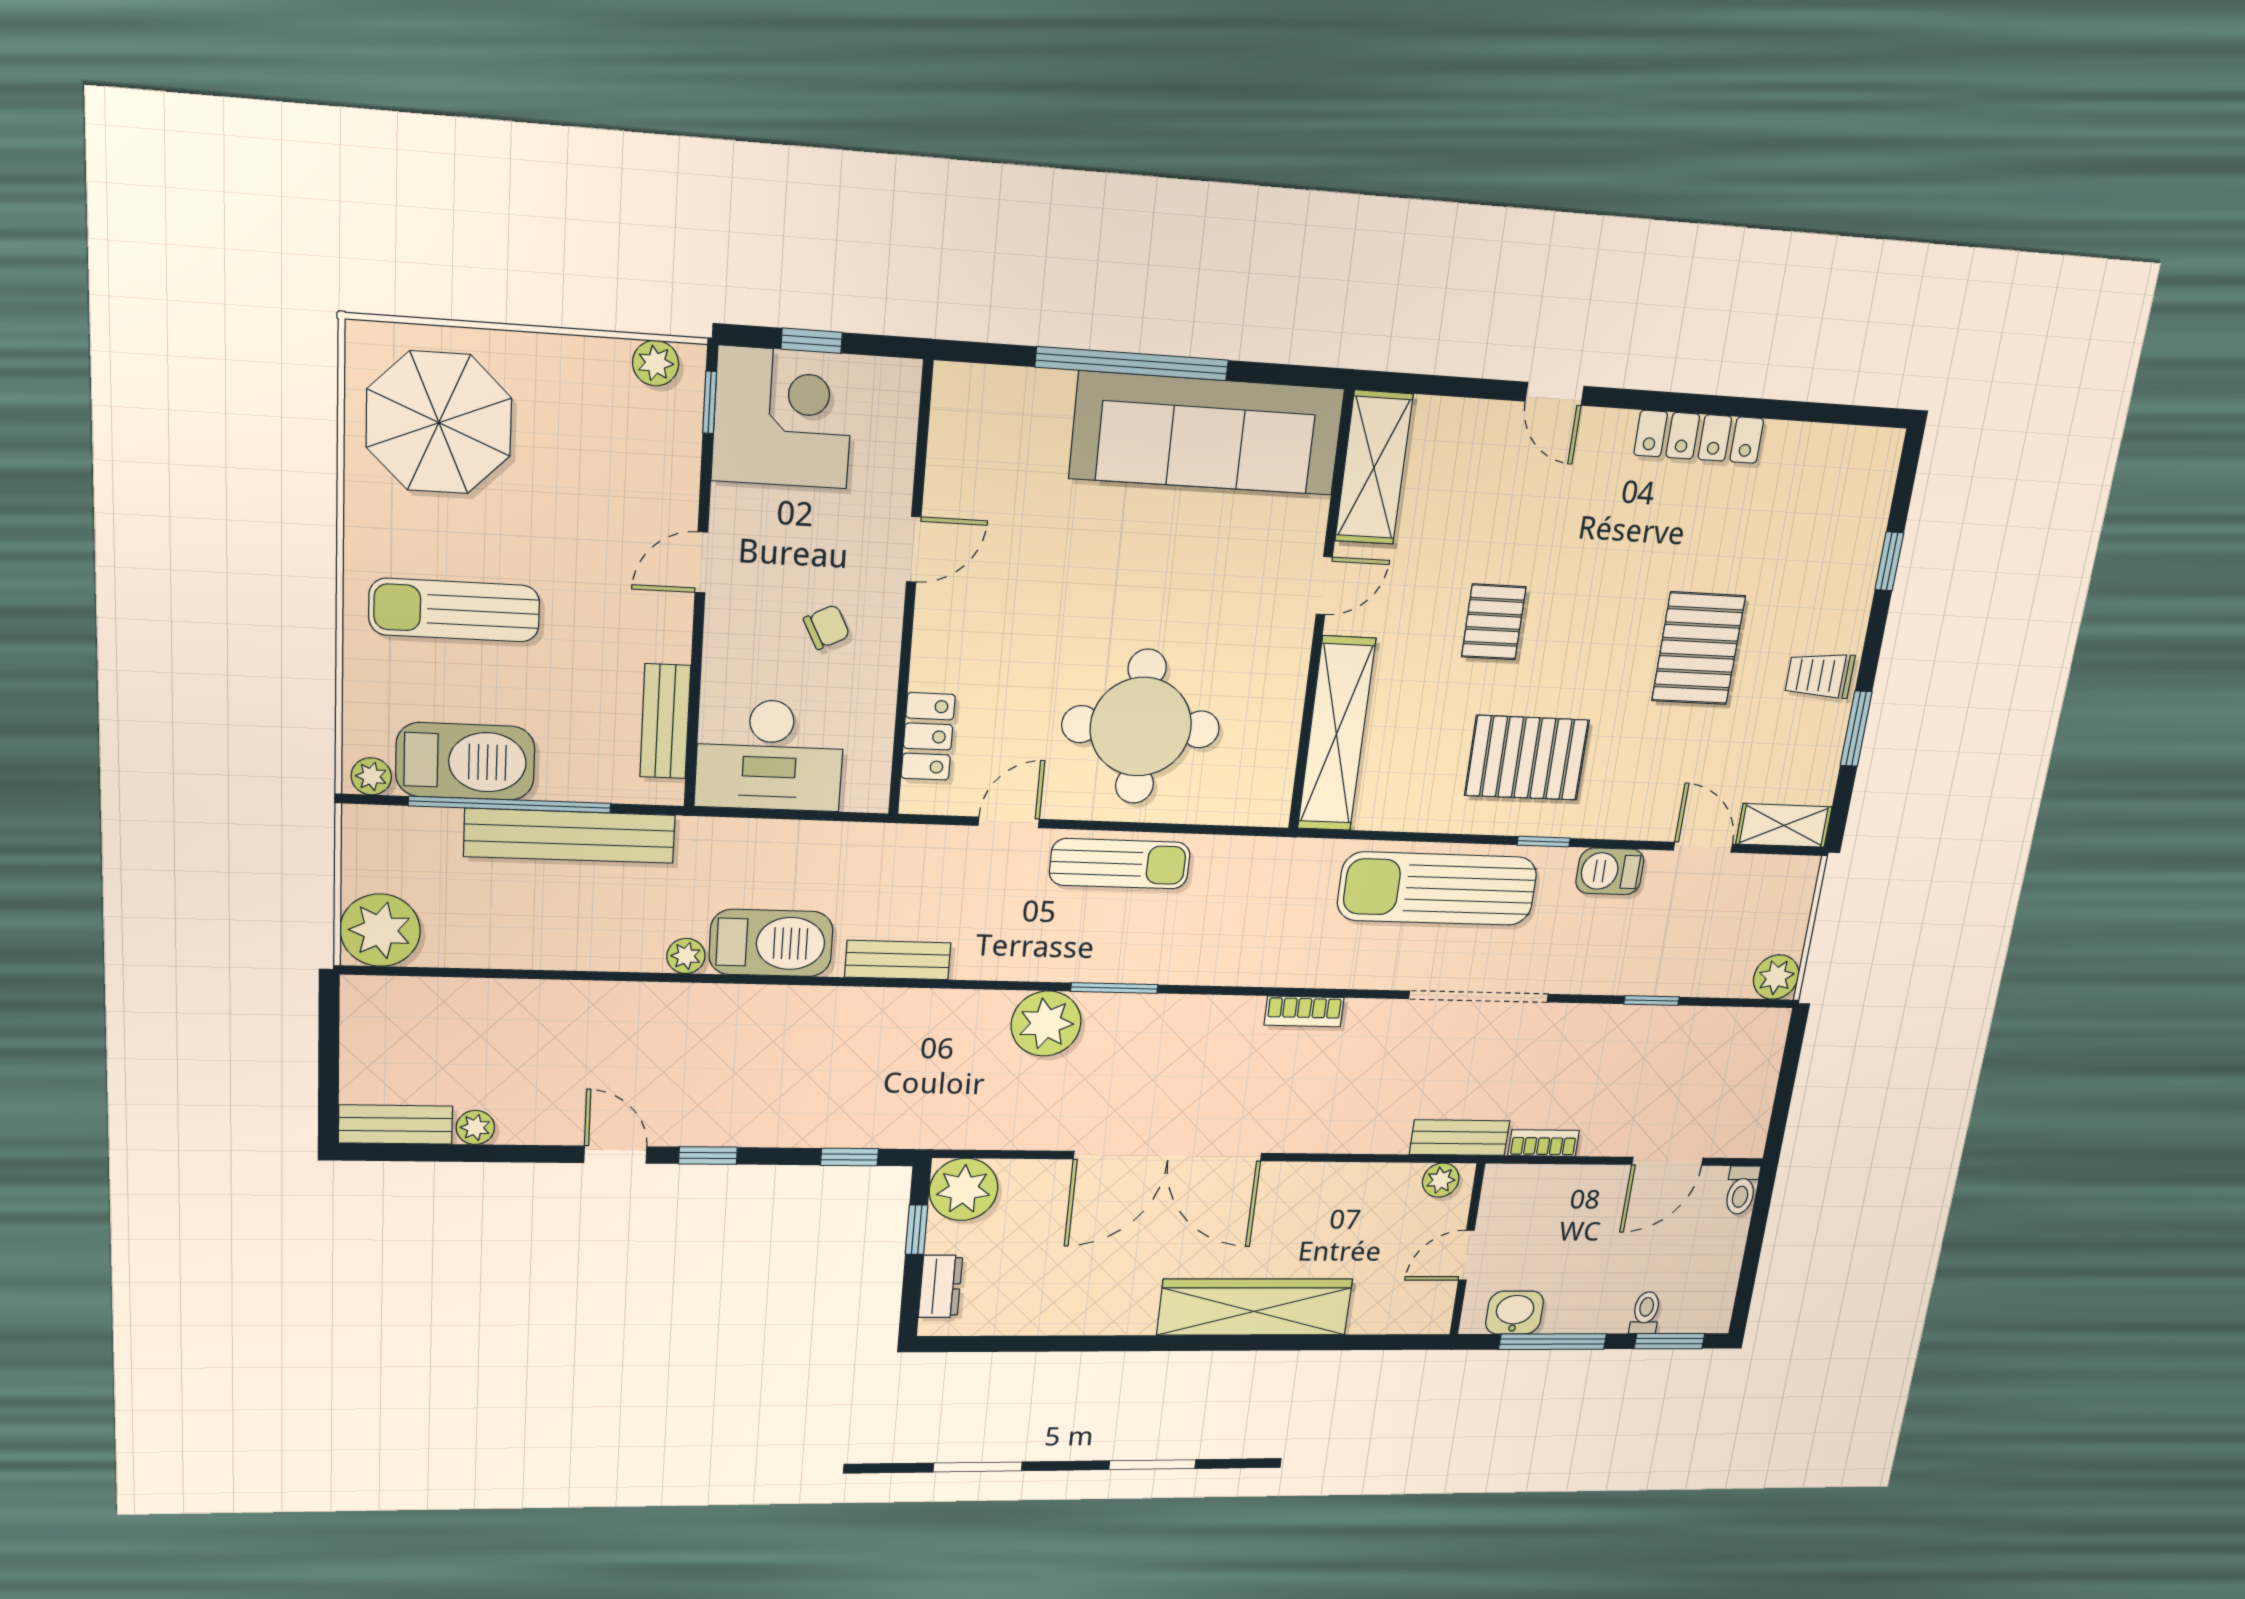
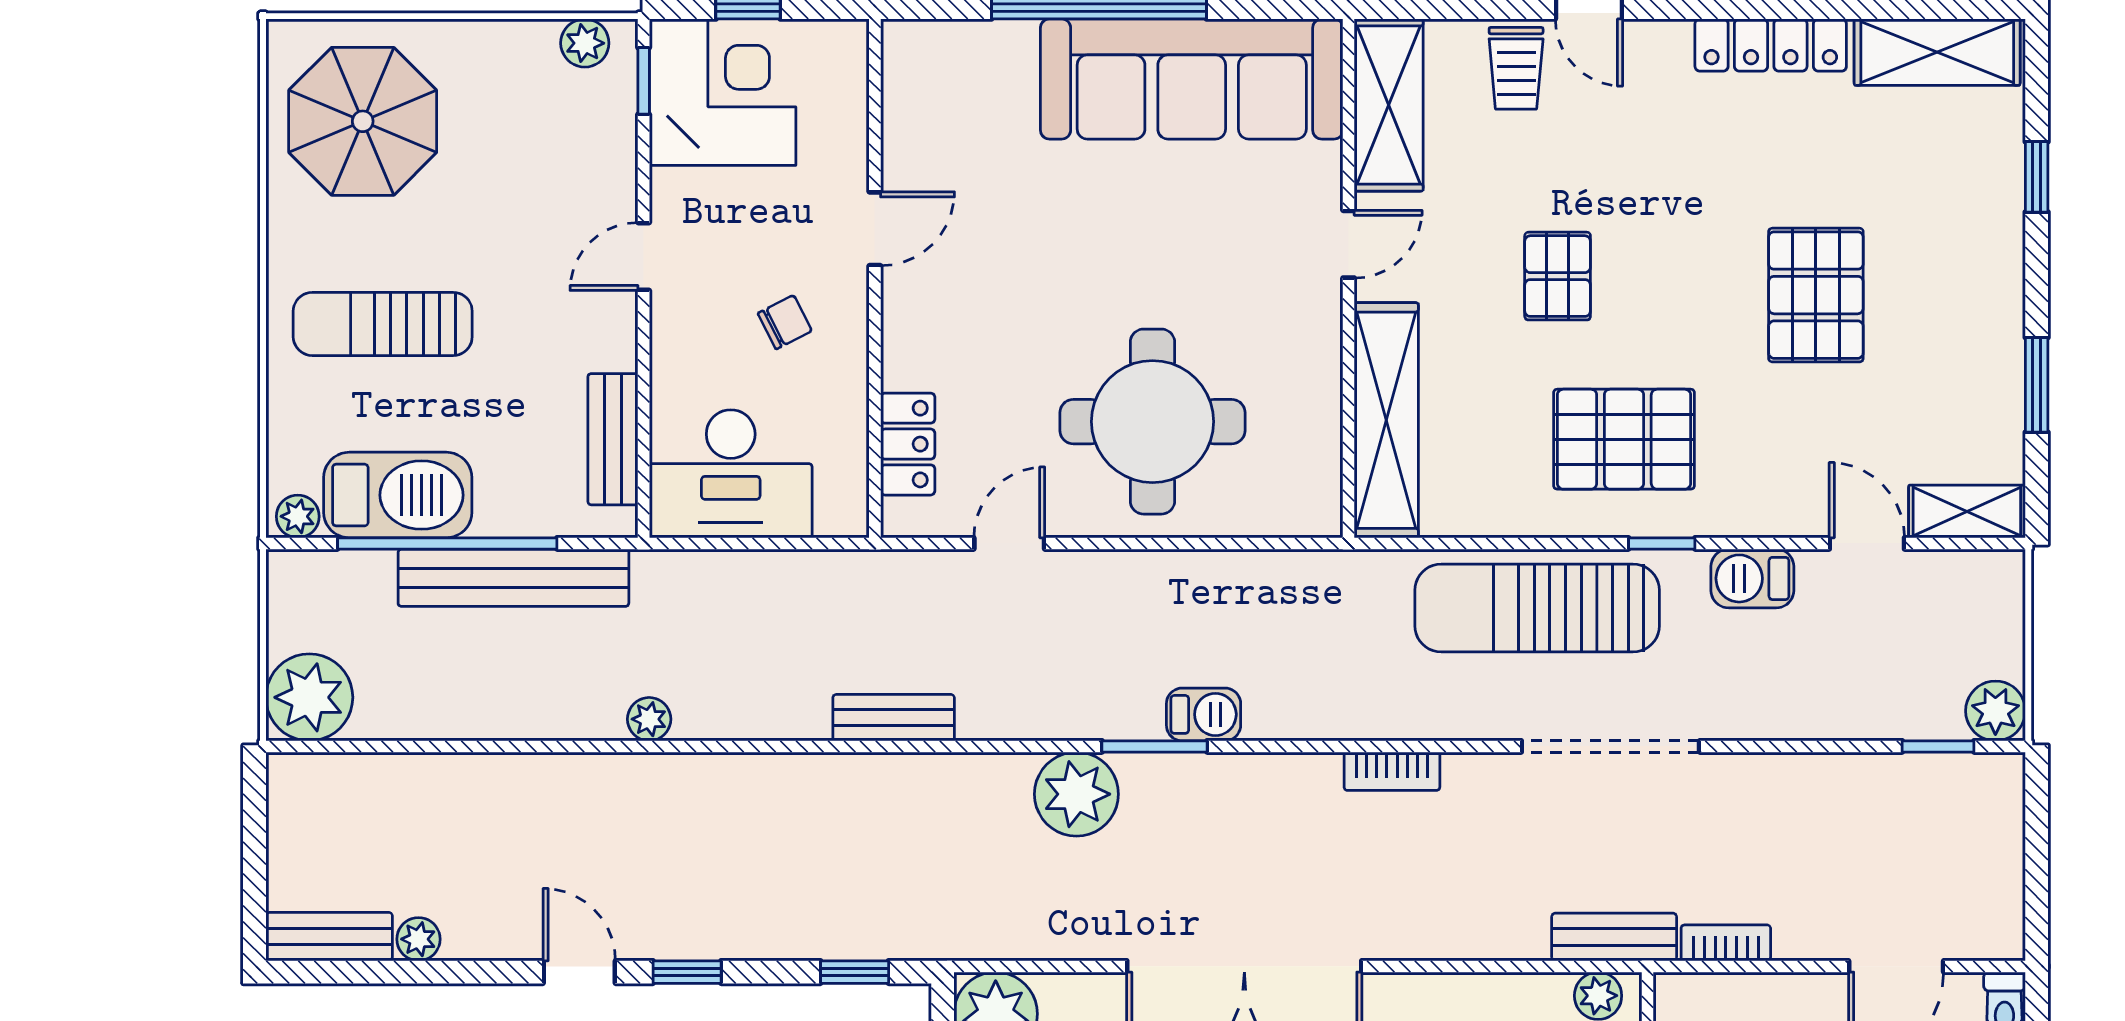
shelving: (1831, 452) -> (1937, 52), added
trolley: (1820, 676) -> (1516, 68), moved, turned -90
sun lounger: (1120, 864) -> (1145, 589), removed
barbecue: (771, 943) -> (1204, 714), moved, width x0.53, depth x0.65
window: (1652, 1001) -> (1938, 746), moved

